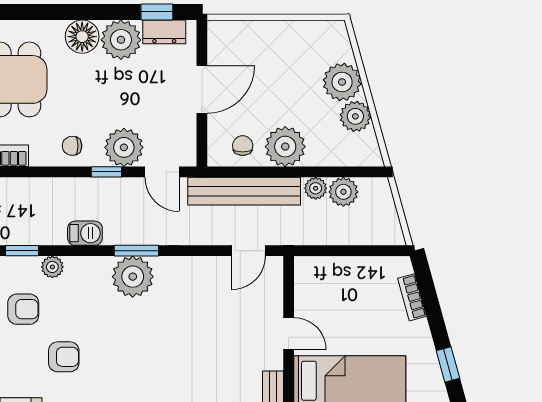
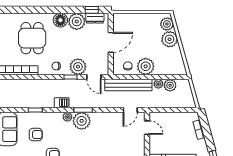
plant: (355, 116) -> (167, 24), moved
plant: (52, 267) -> (67, 117), moved
door: (289, 334) -> (147, 128), moved

